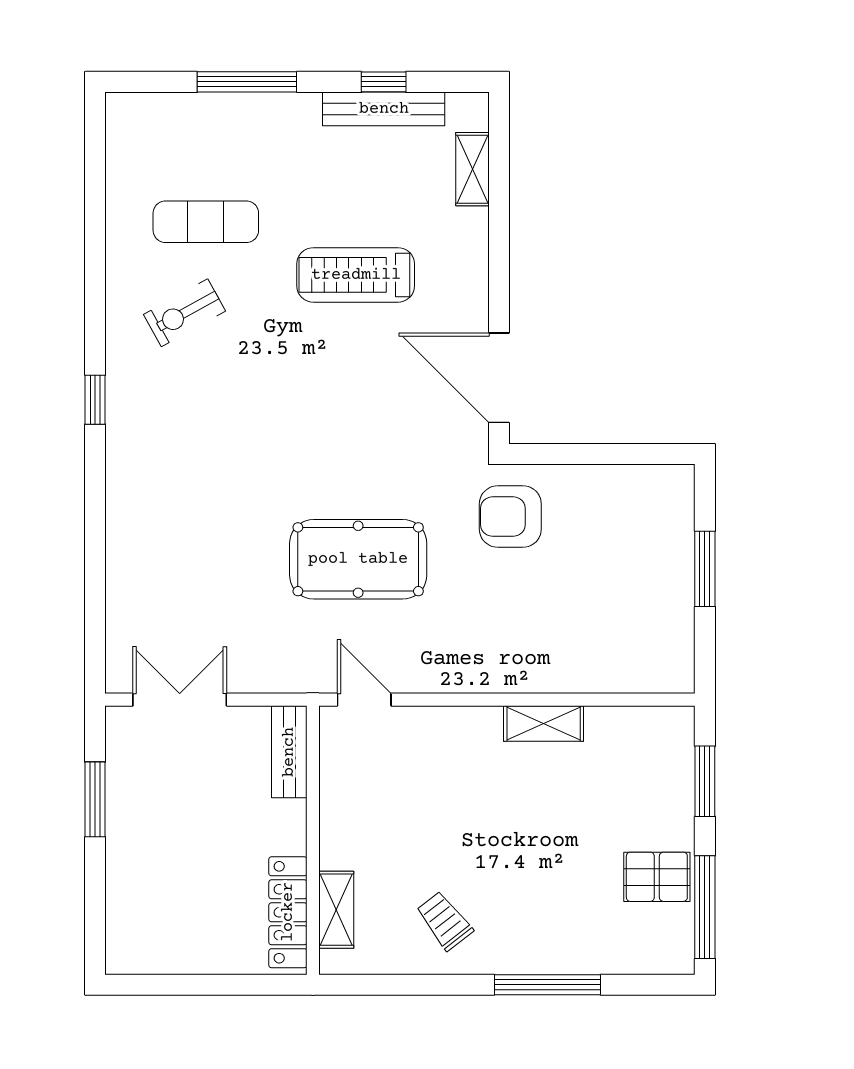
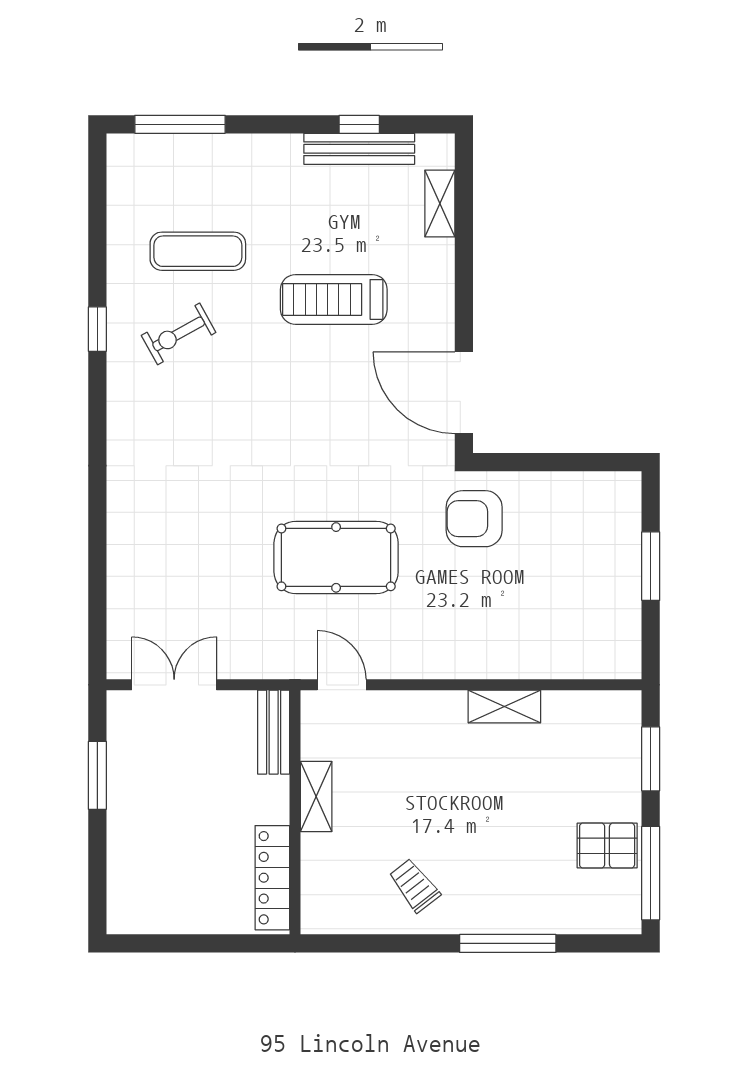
window: (247, 82) -> (180, 124), moved
window: (95, 400) -> (97, 329), moved
shelving: (336, 910) -> (316, 796), moved

